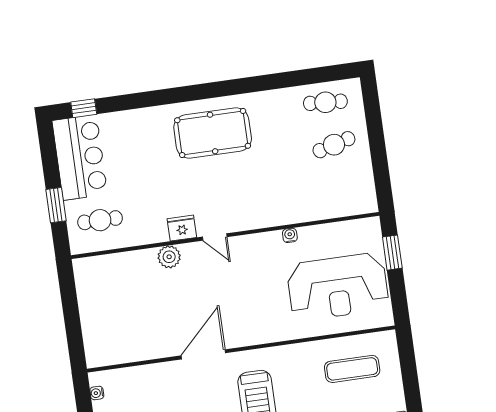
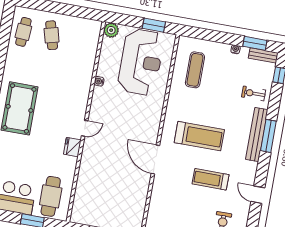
cafe table: (100, 220) -> (51, 196), width x1.37, depth x1.35
window: (392, 253) -> (154, 25), moved
plant: (169, 257) -> (111, 30), moved

